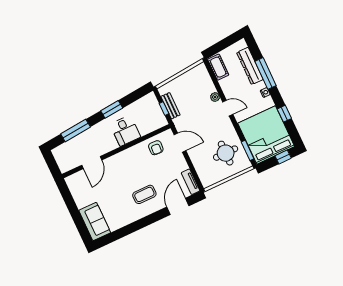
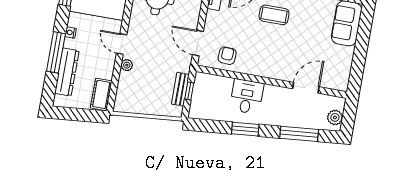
plant: (60, 157) -> (335, 117), added

